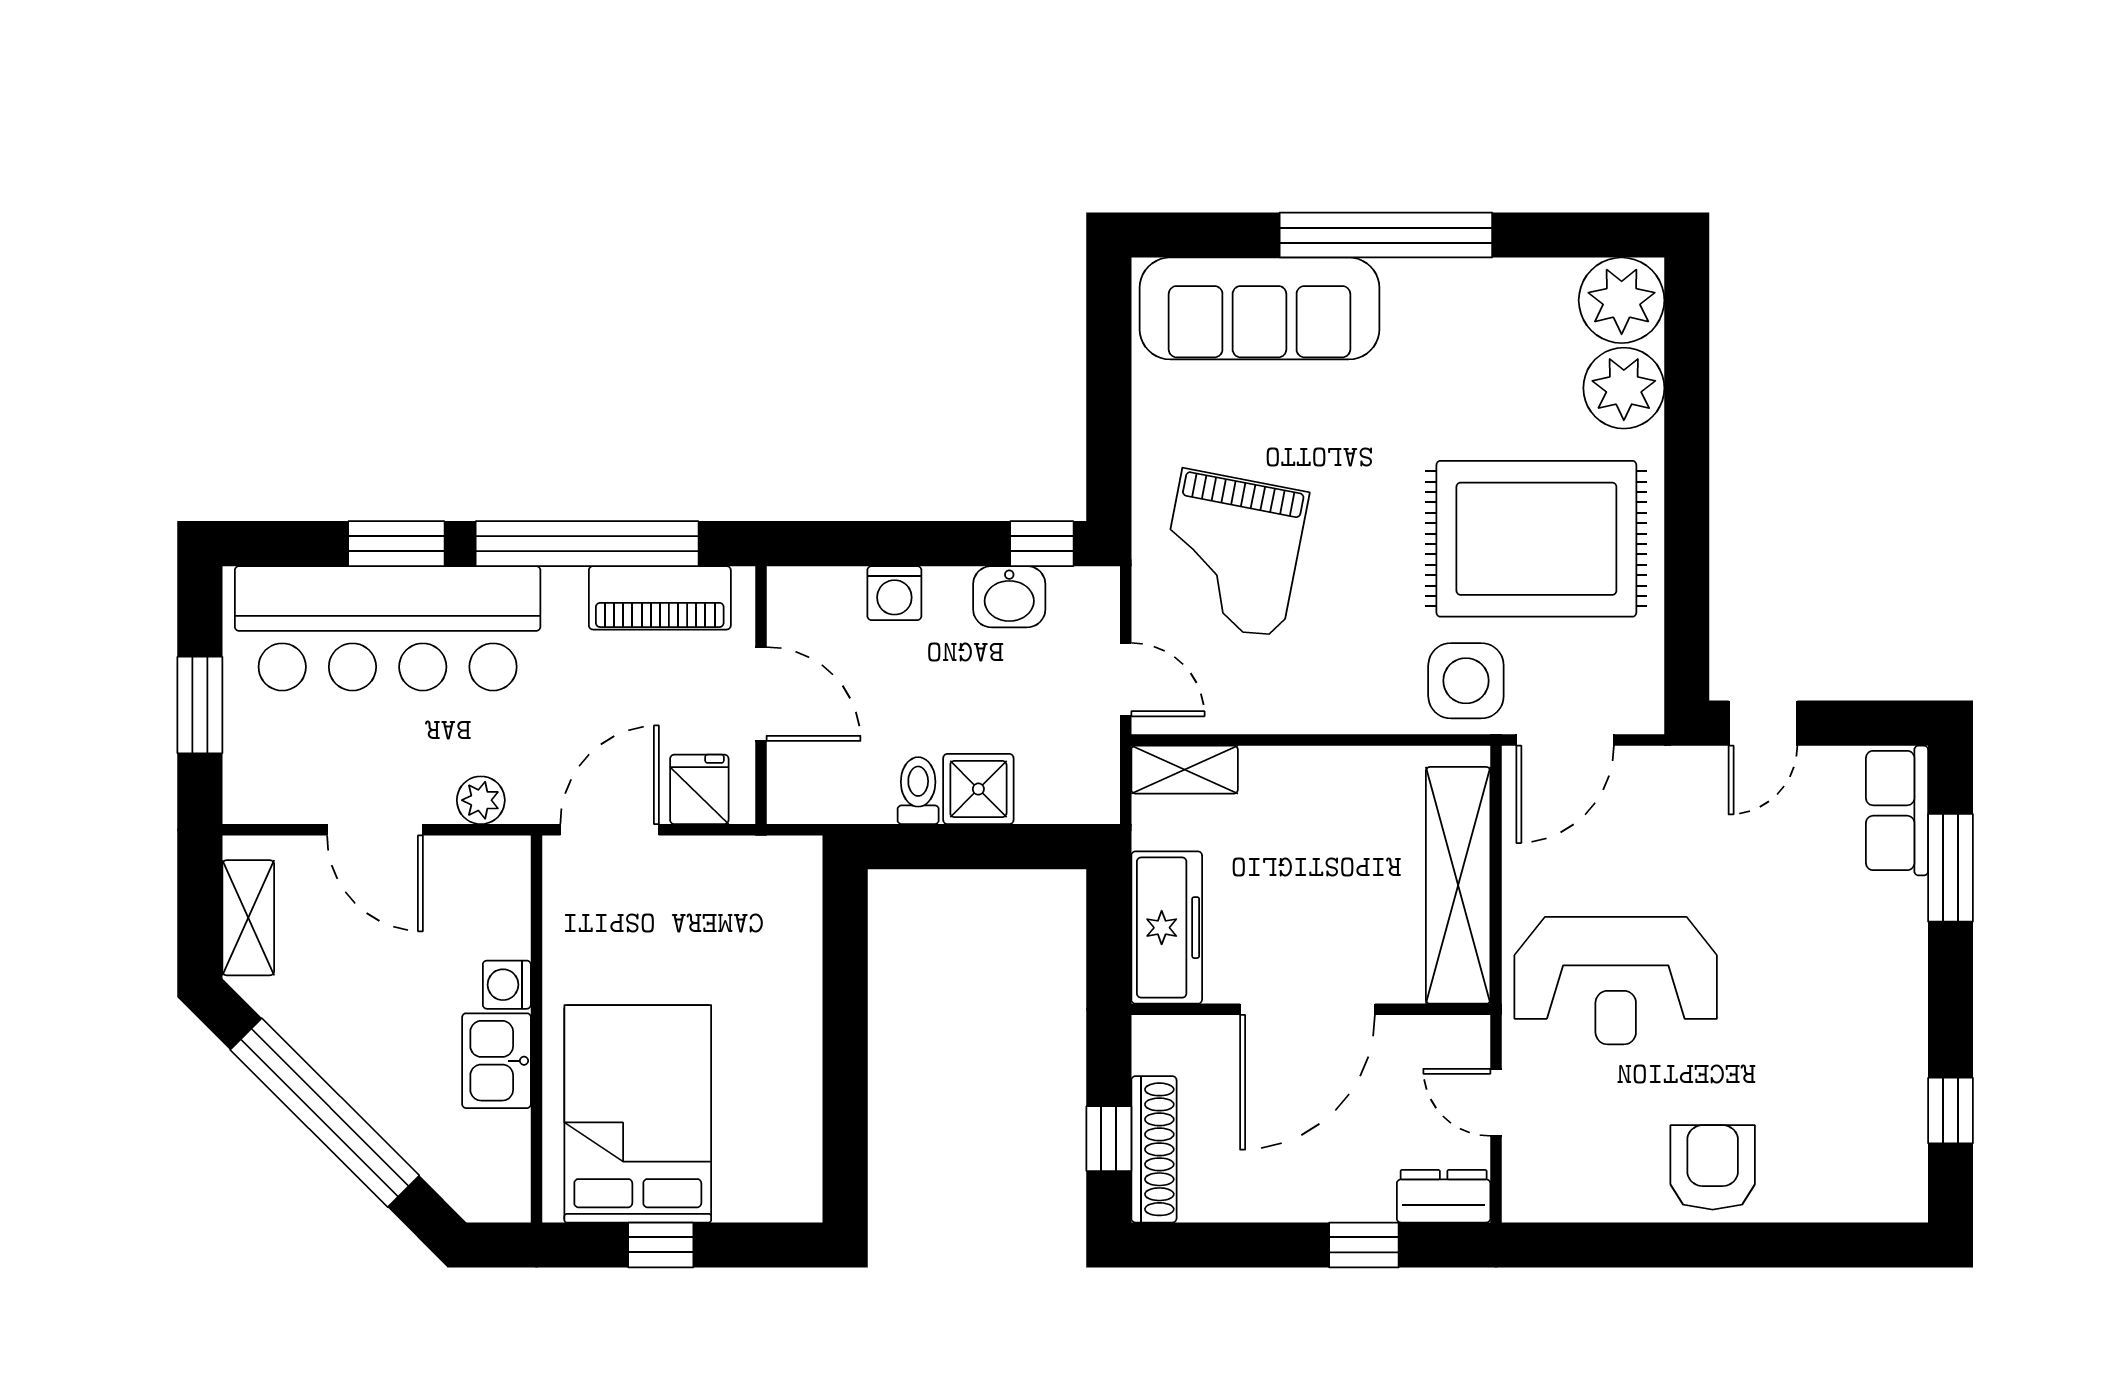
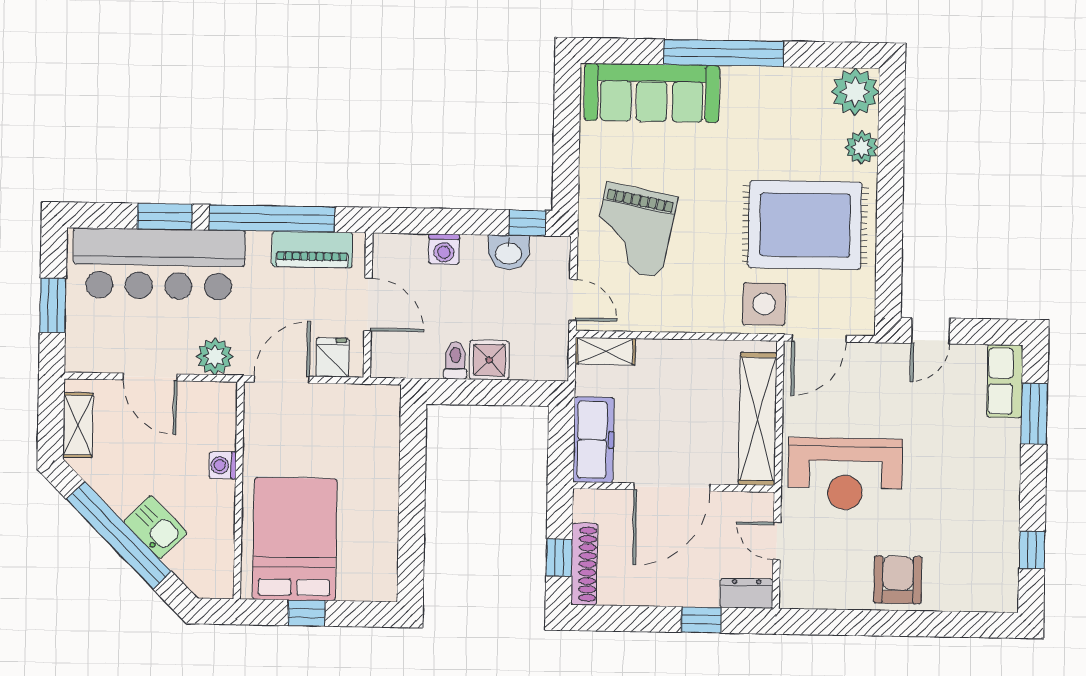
plant: (1624, 388) -> (862, 147), width x0.73, depth x0.73
plant: (481, 800) -> (215, 356), width x1.38, depth x1.38
kitchen sink: (497, 1061) -> (155, 527), moved, turned 135

